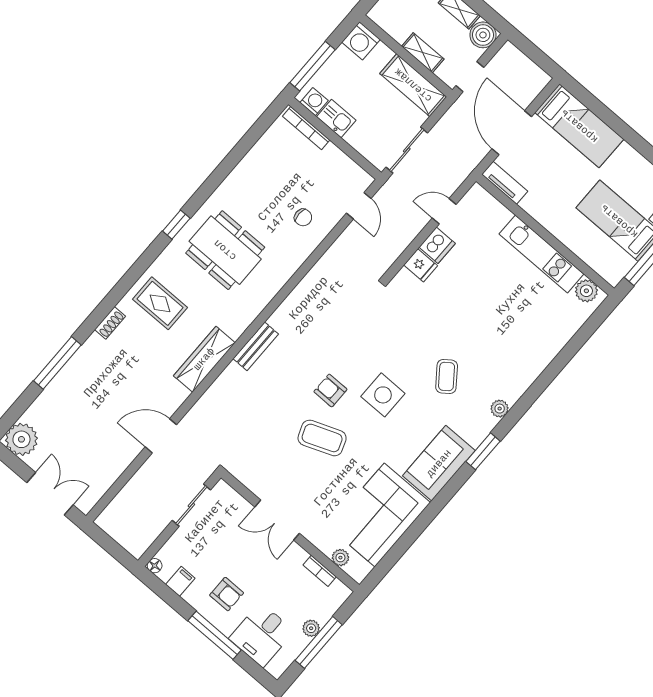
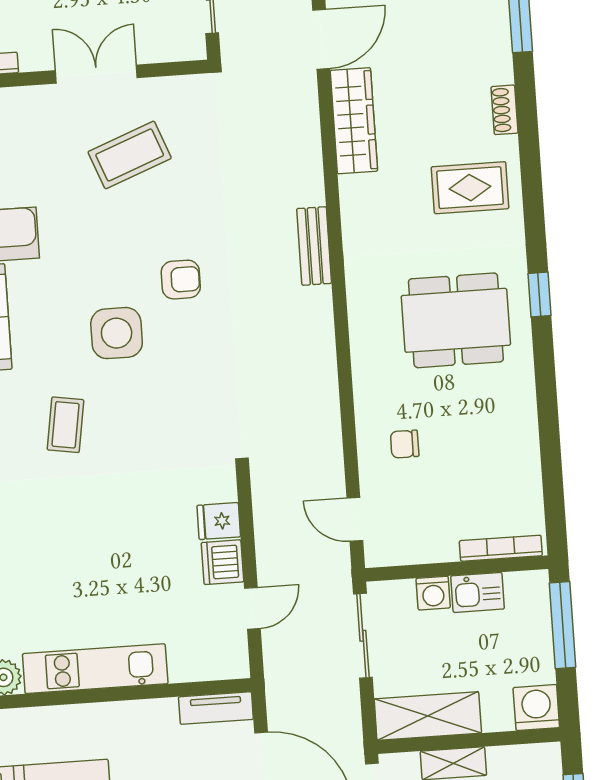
washing machine: (314, 102) -> (433, 593), moved
wardrobe: (204, 359) -> (354, 121), moved
coffee table: (447, 376) -> (66, 425), turned 46
coffee table: (322, 438) -> (130, 155), moved

